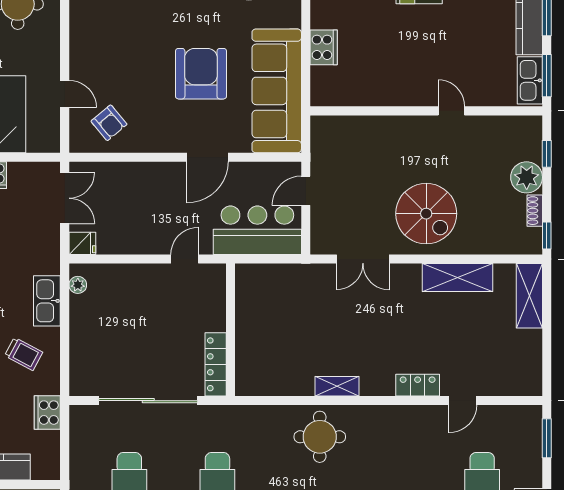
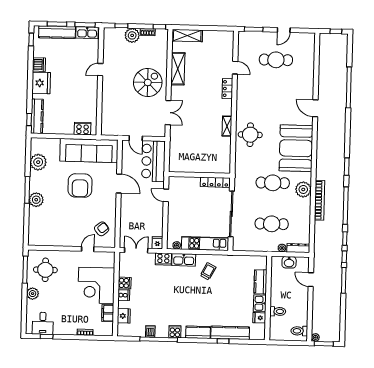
cooker: (324, 47) -> (83, 128), moved
armchair: (201, 74) -> (80, 185), turned -90
kitchen unit: (83, 346) -> (205, 244), added
cooker: (47, 413) -> (163, 259), moved

